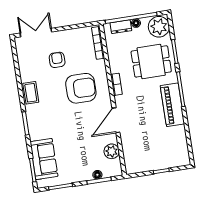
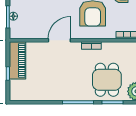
piano: (172, 105) -> (17, 60), moved, turned 90
door: (116, 120) -> (59, 40), hinge flipped
plant: (112, 151) -> (32, 32), removed

